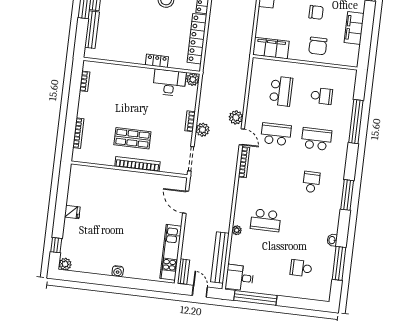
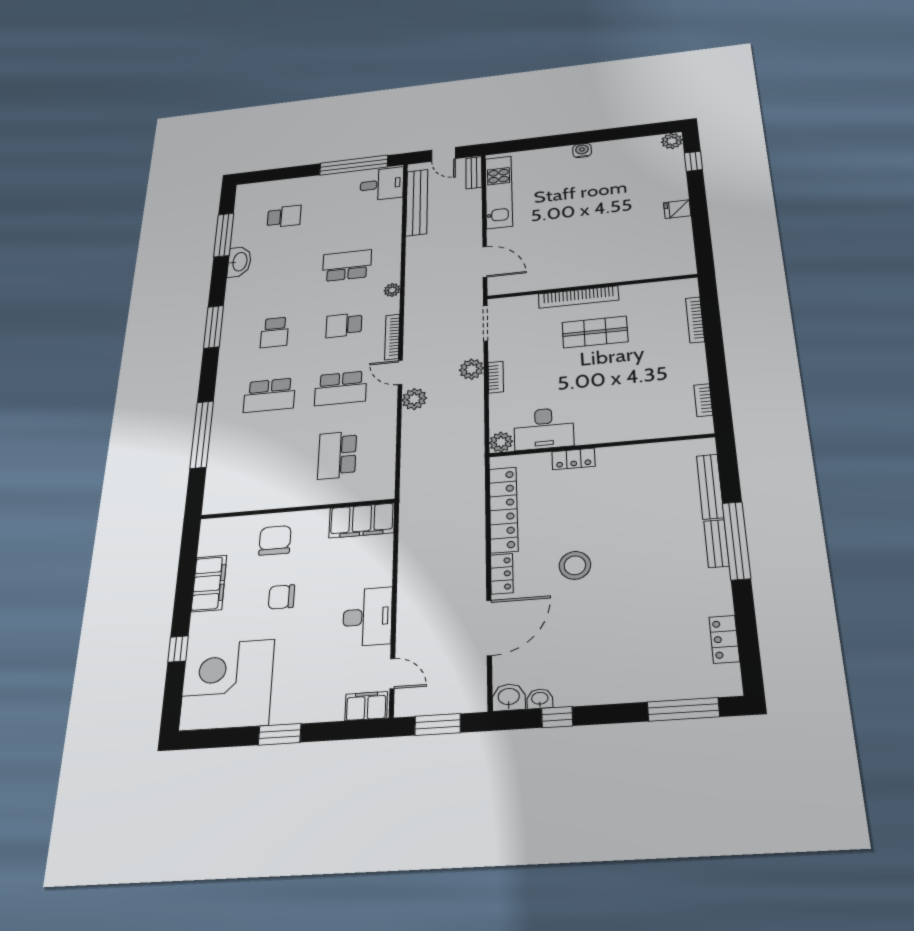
school desk: (322, 96) -> (344, 325), moved
plant: (237, 230) -> (392, 290), moved
washbasin: (332, 240) -> (239, 262), width x1.91, depth x1.45

